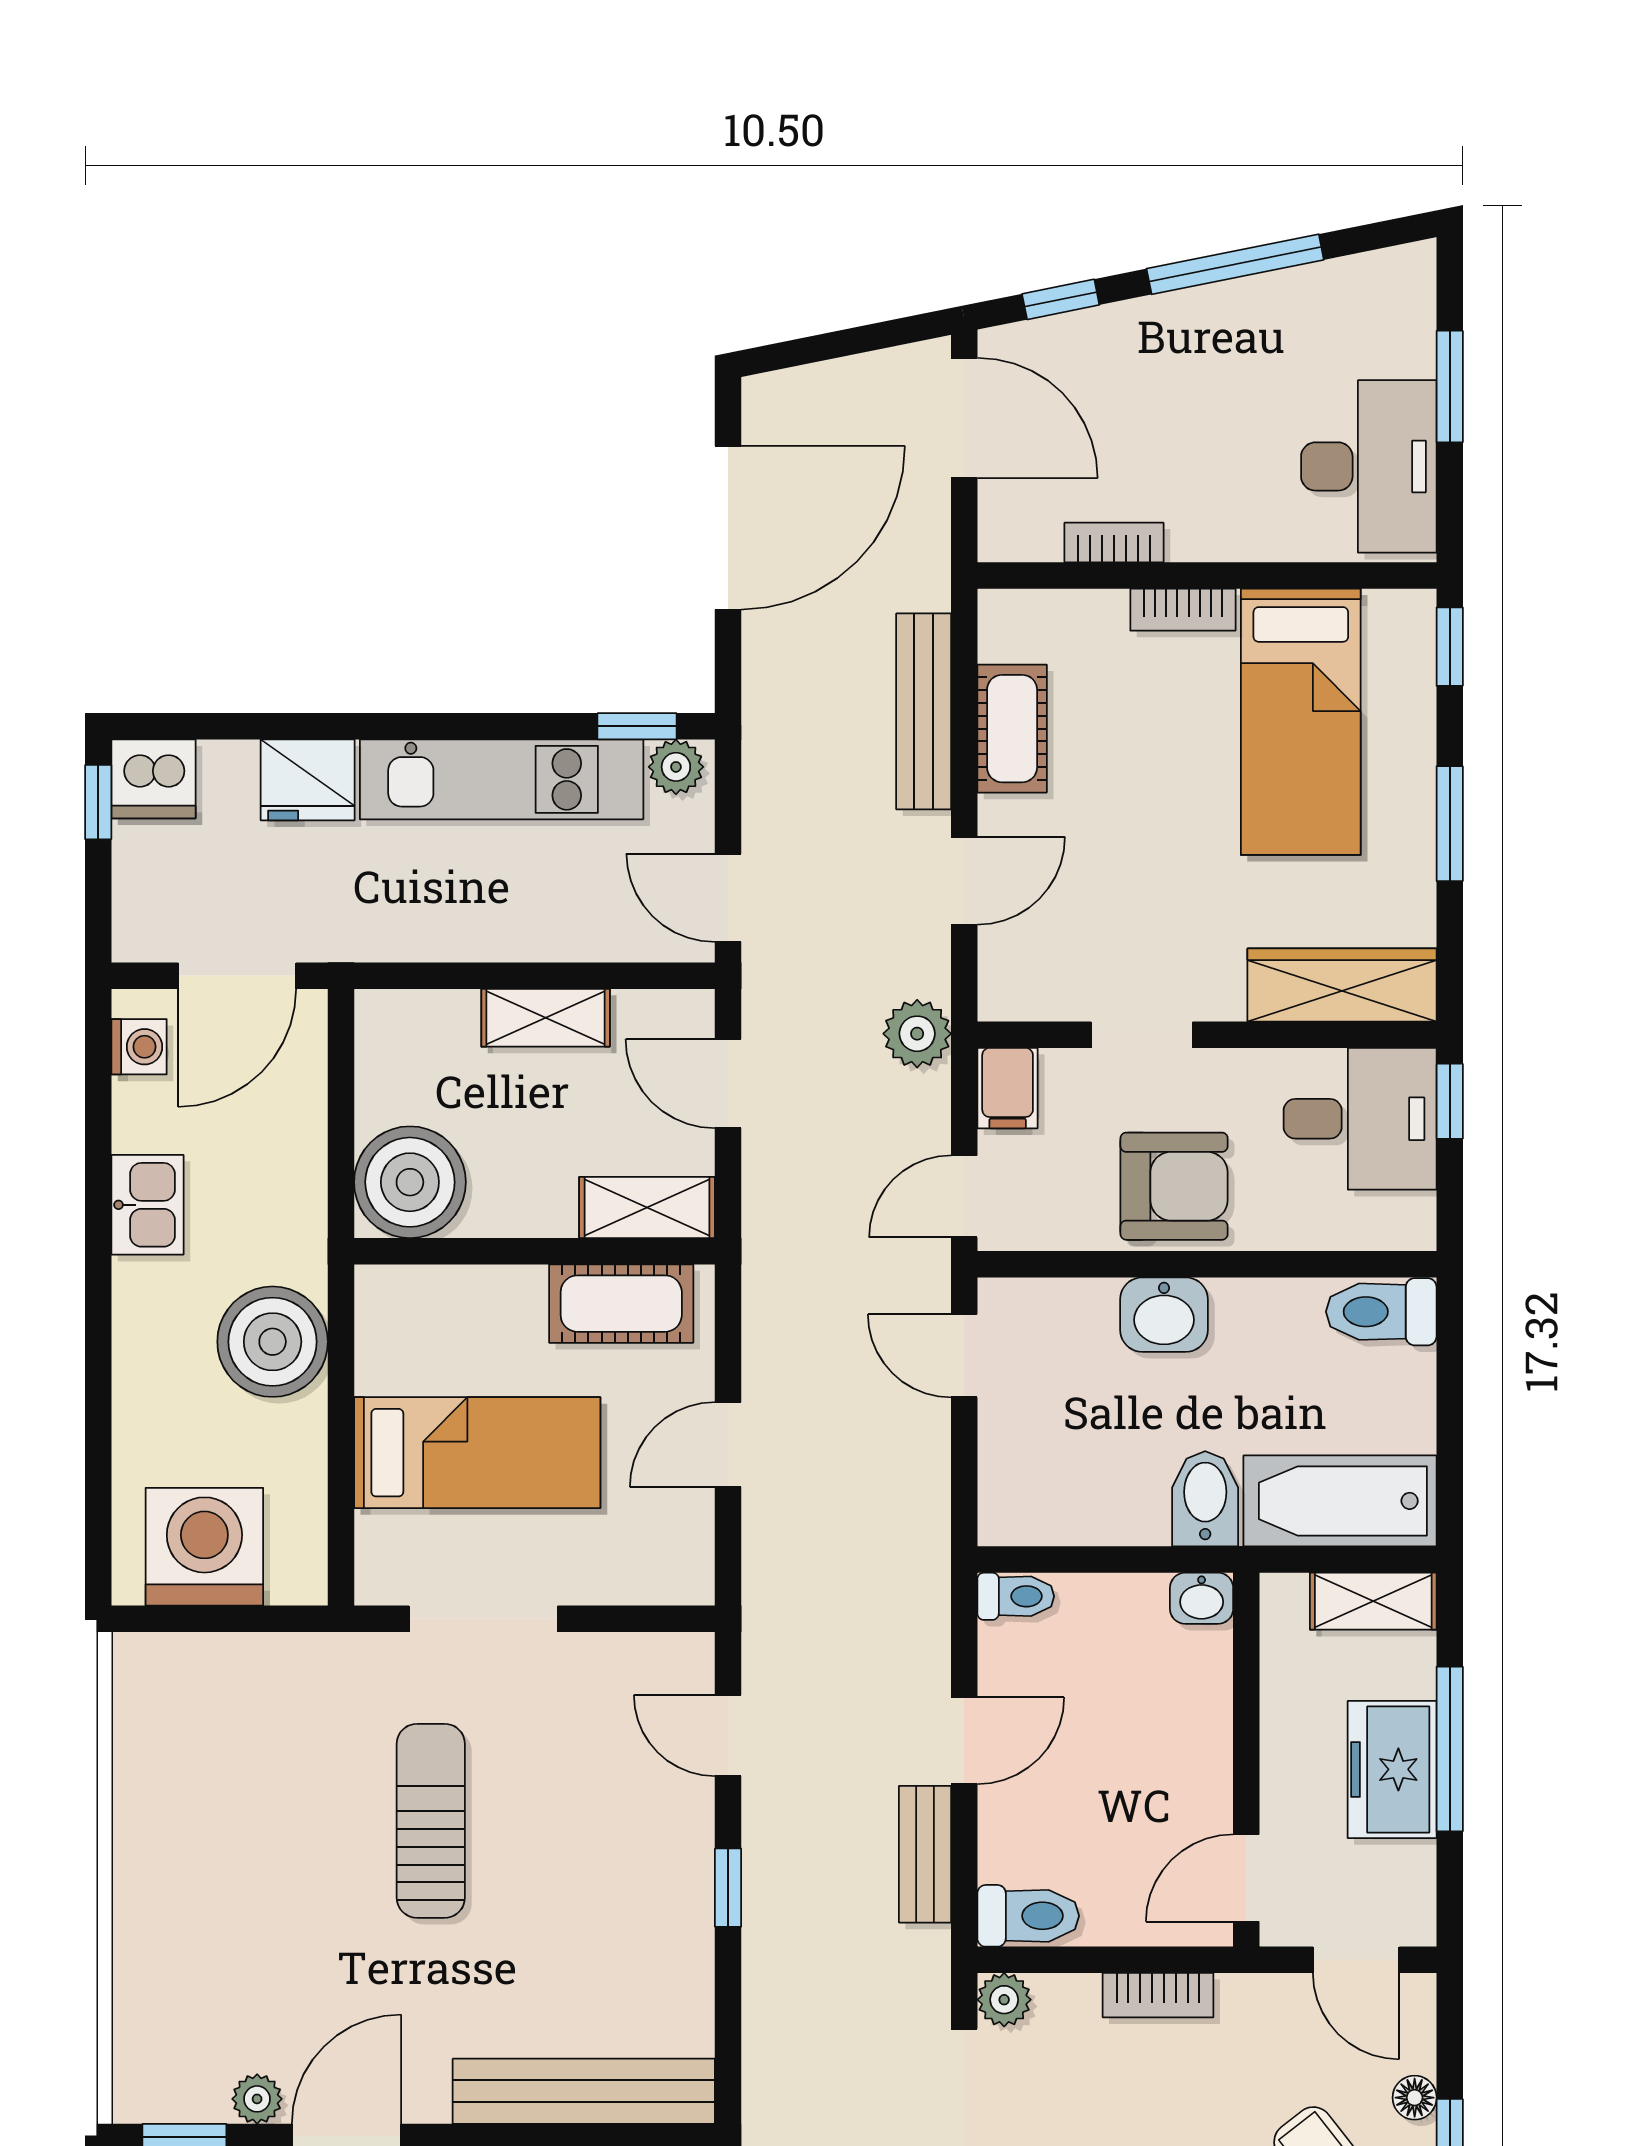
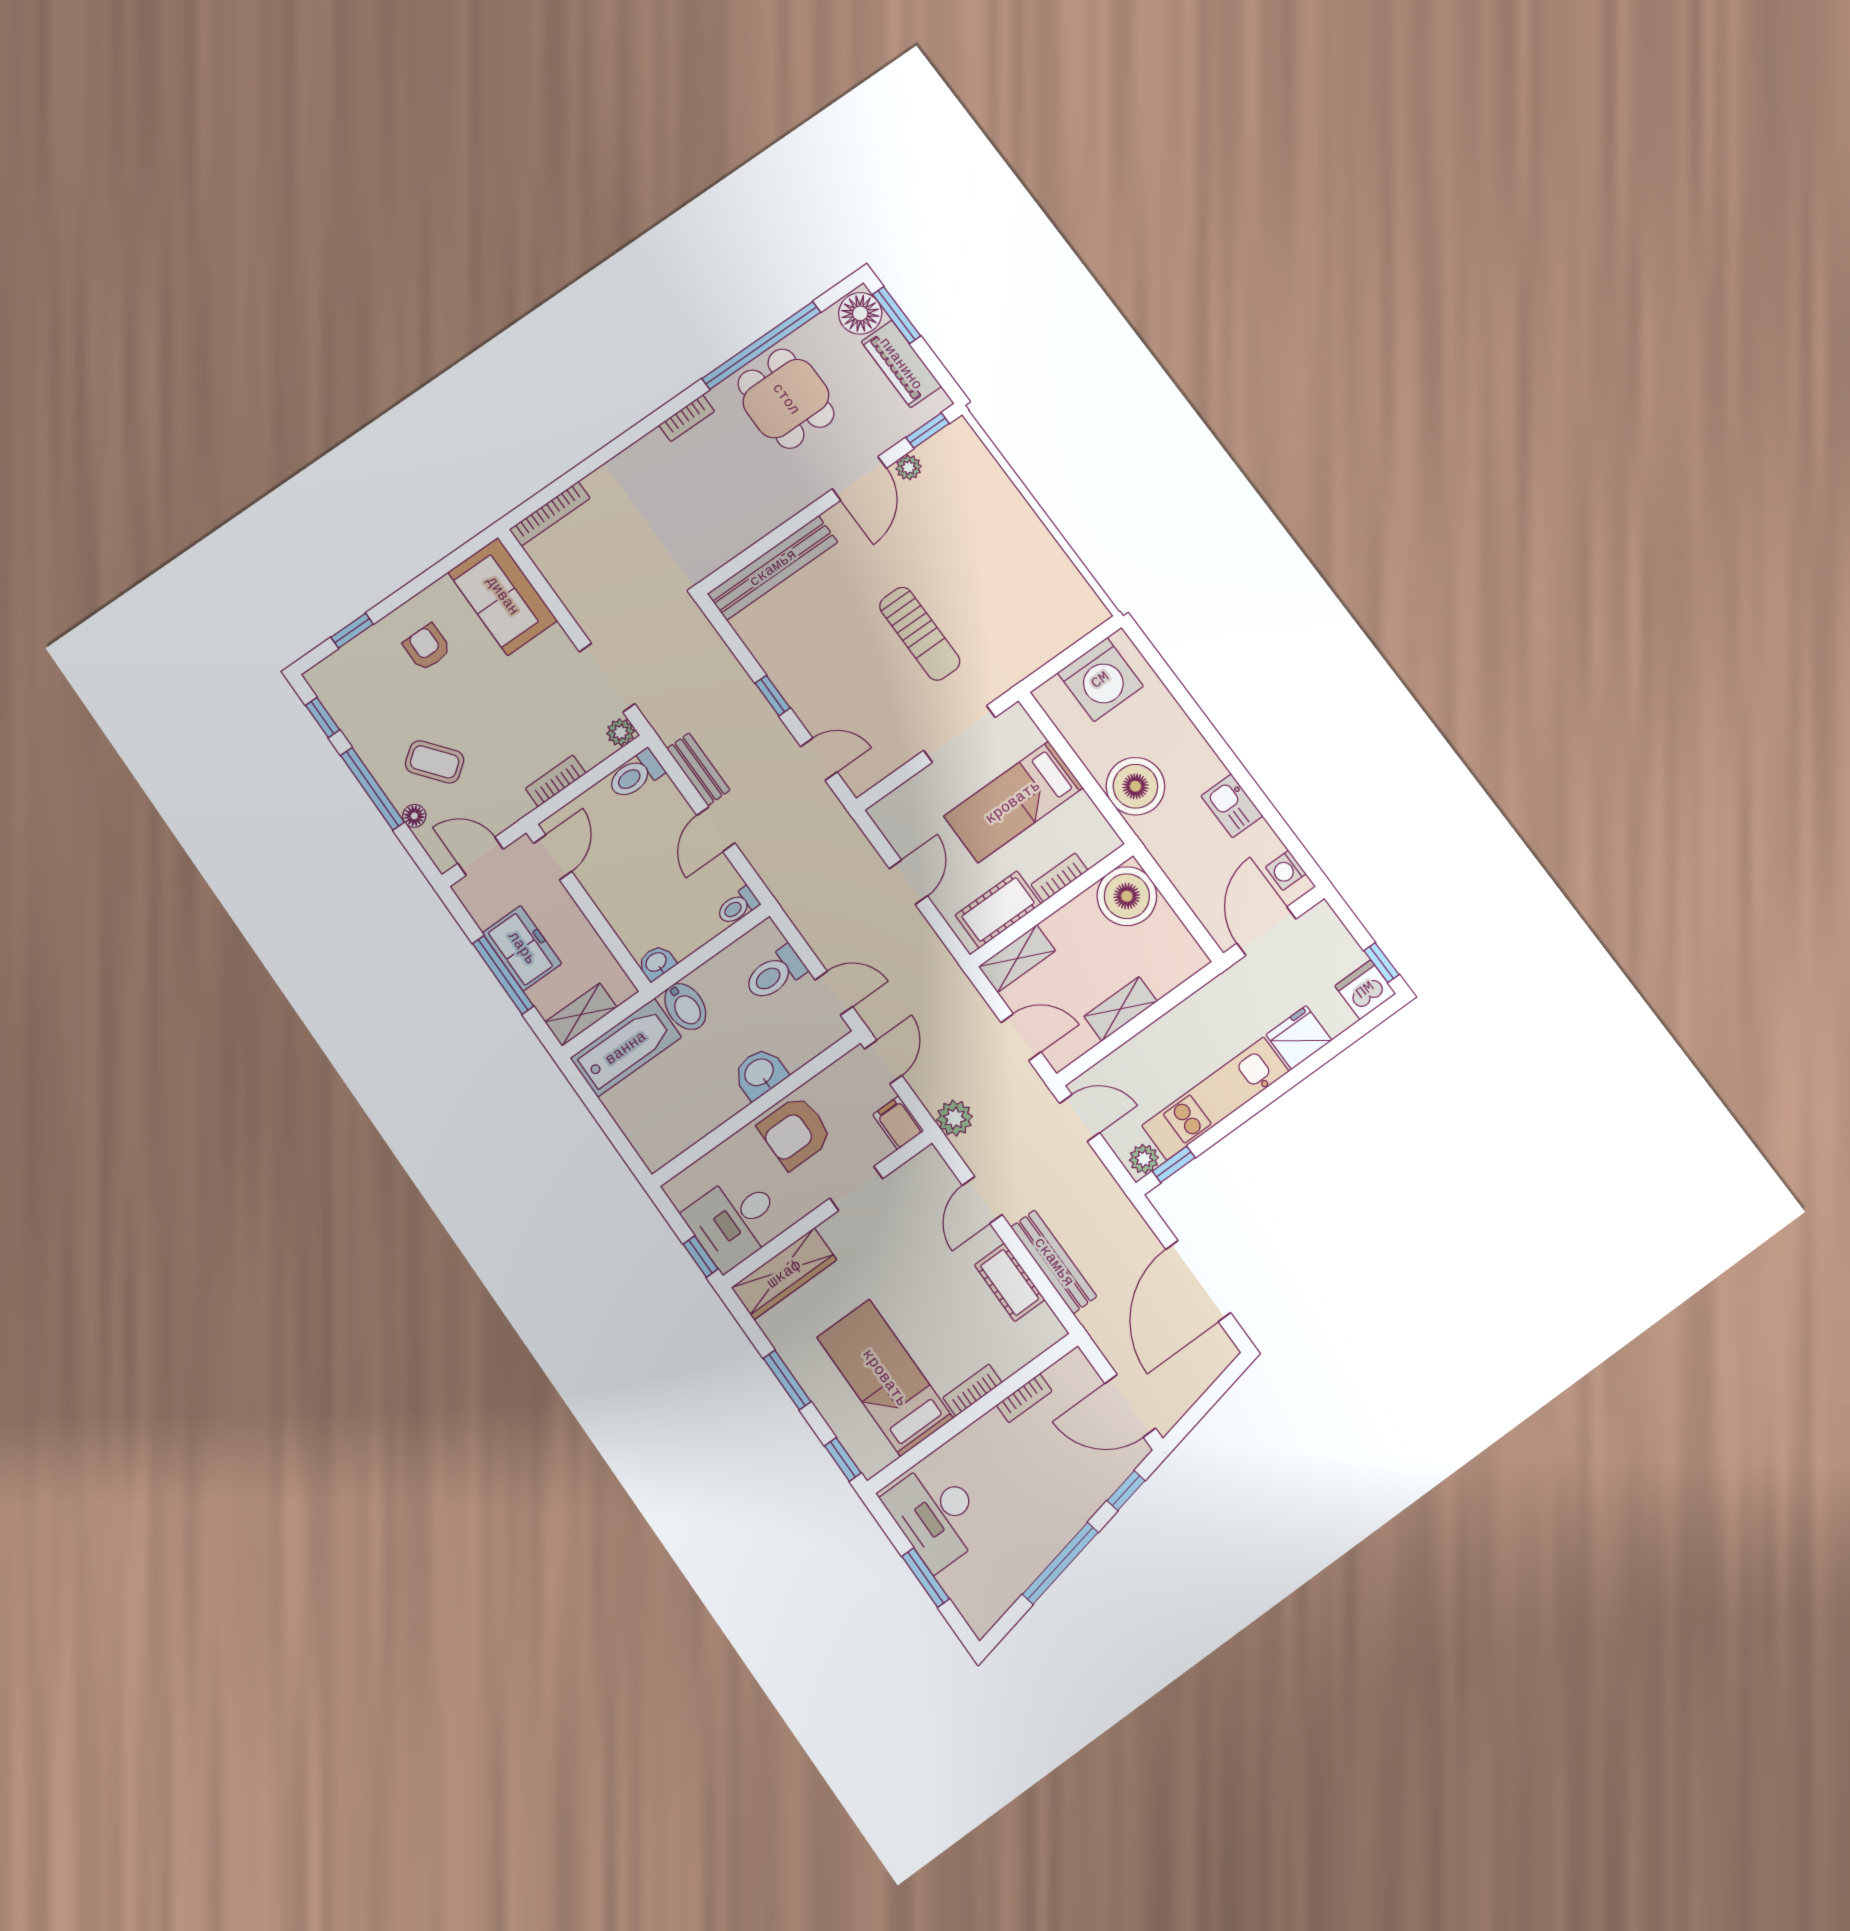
bookcase: (492, 1285) -> (1059, 878), added
toilet: (1381, 1312) -> (775, 974), moved, turned 180

